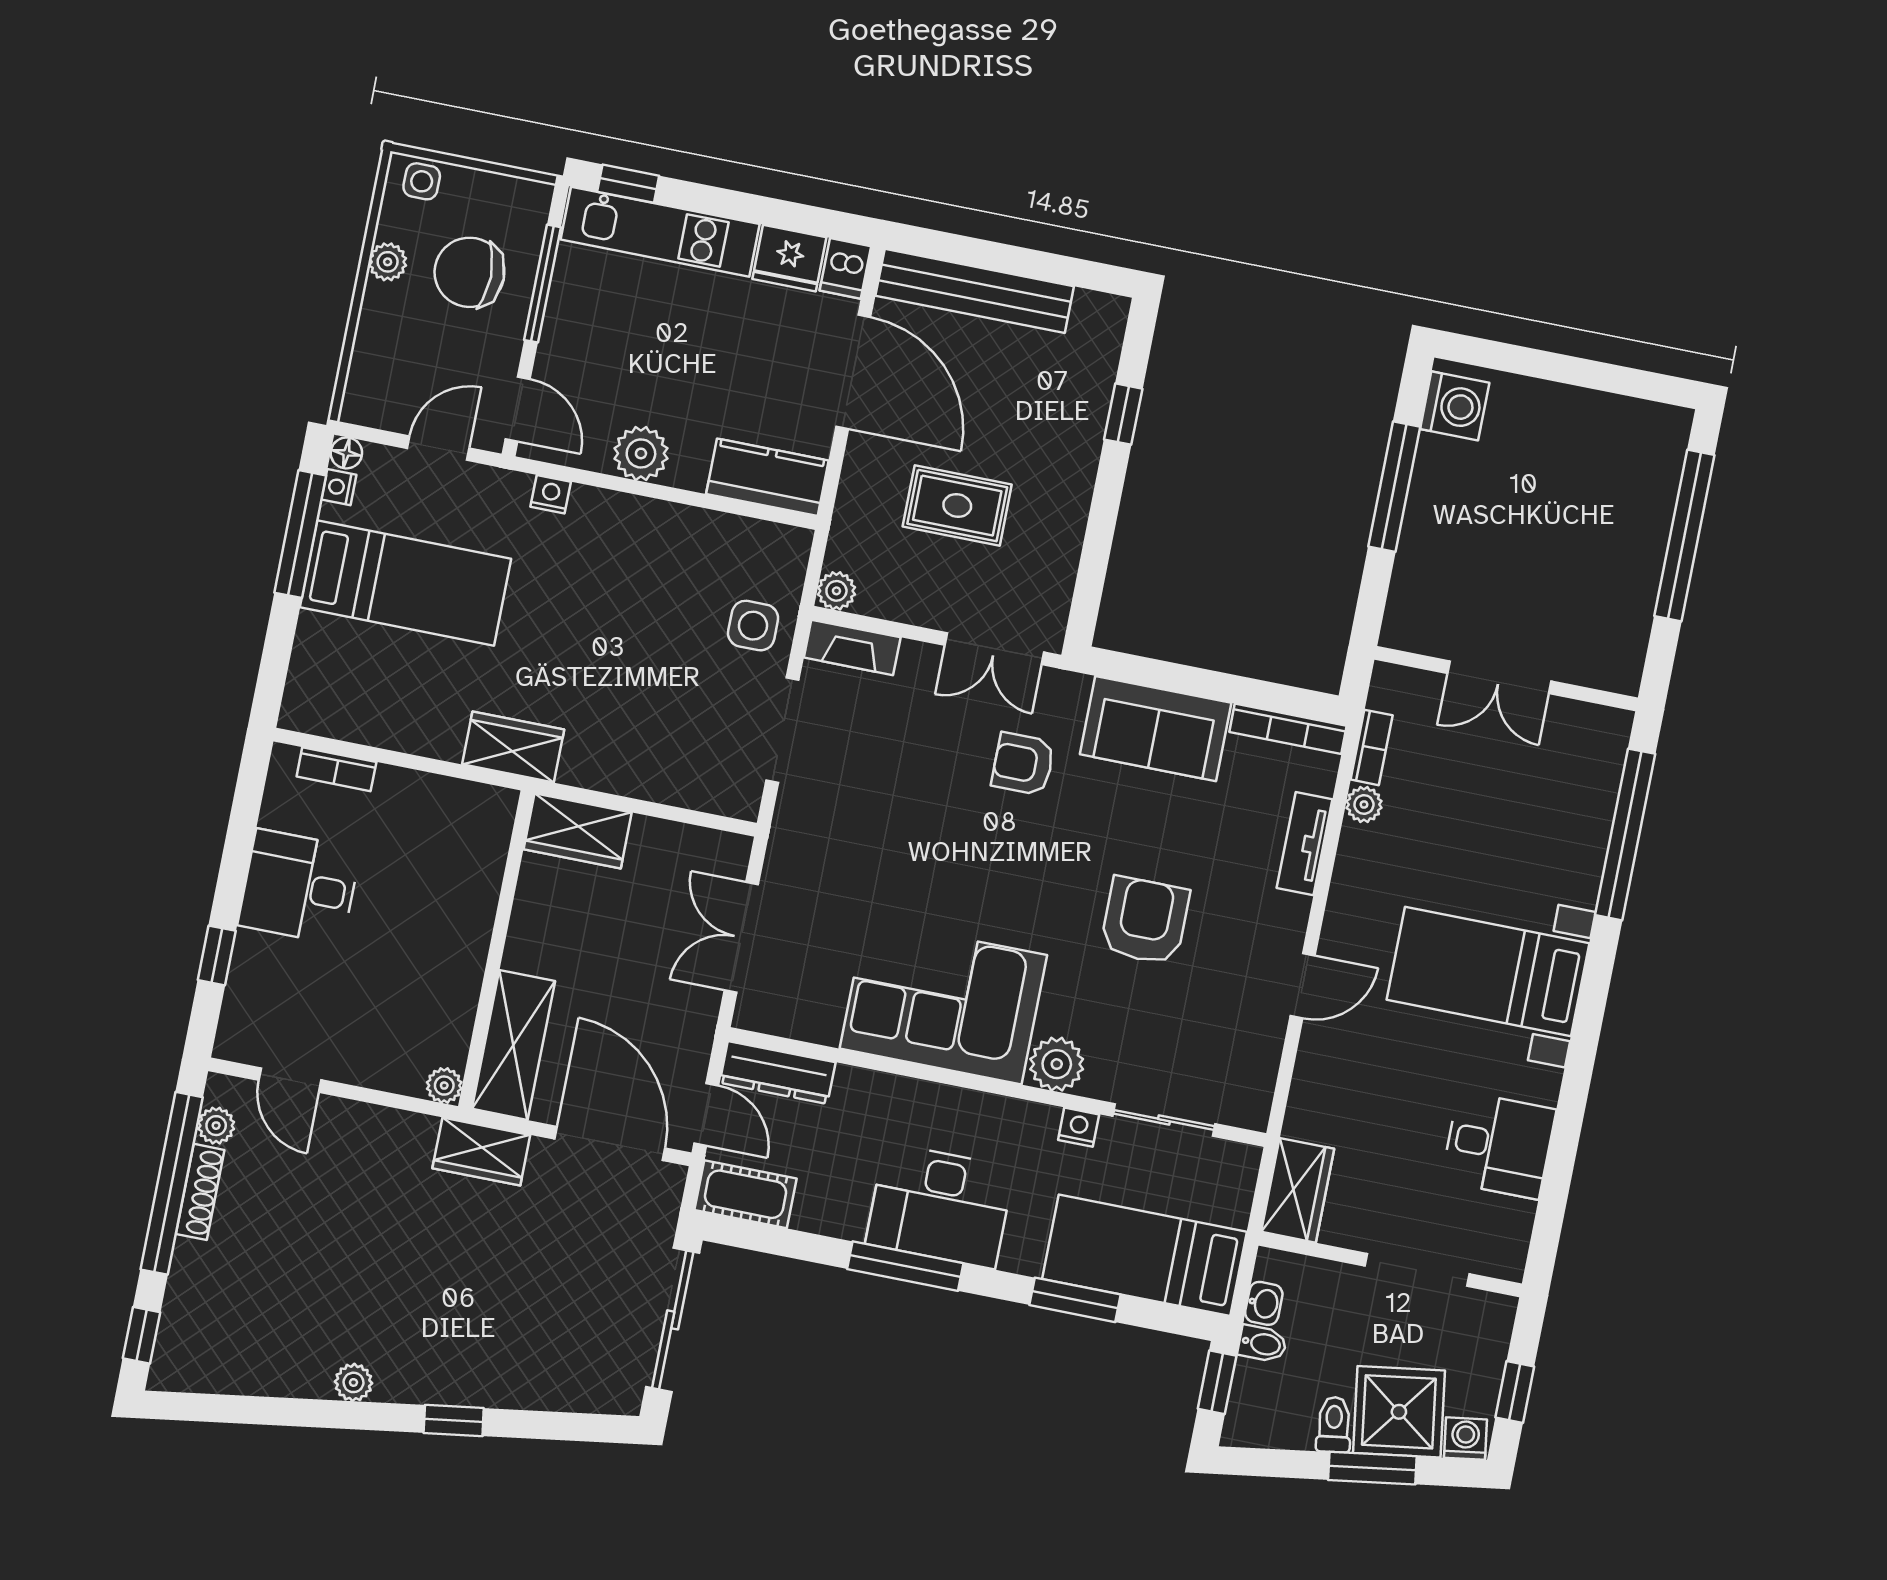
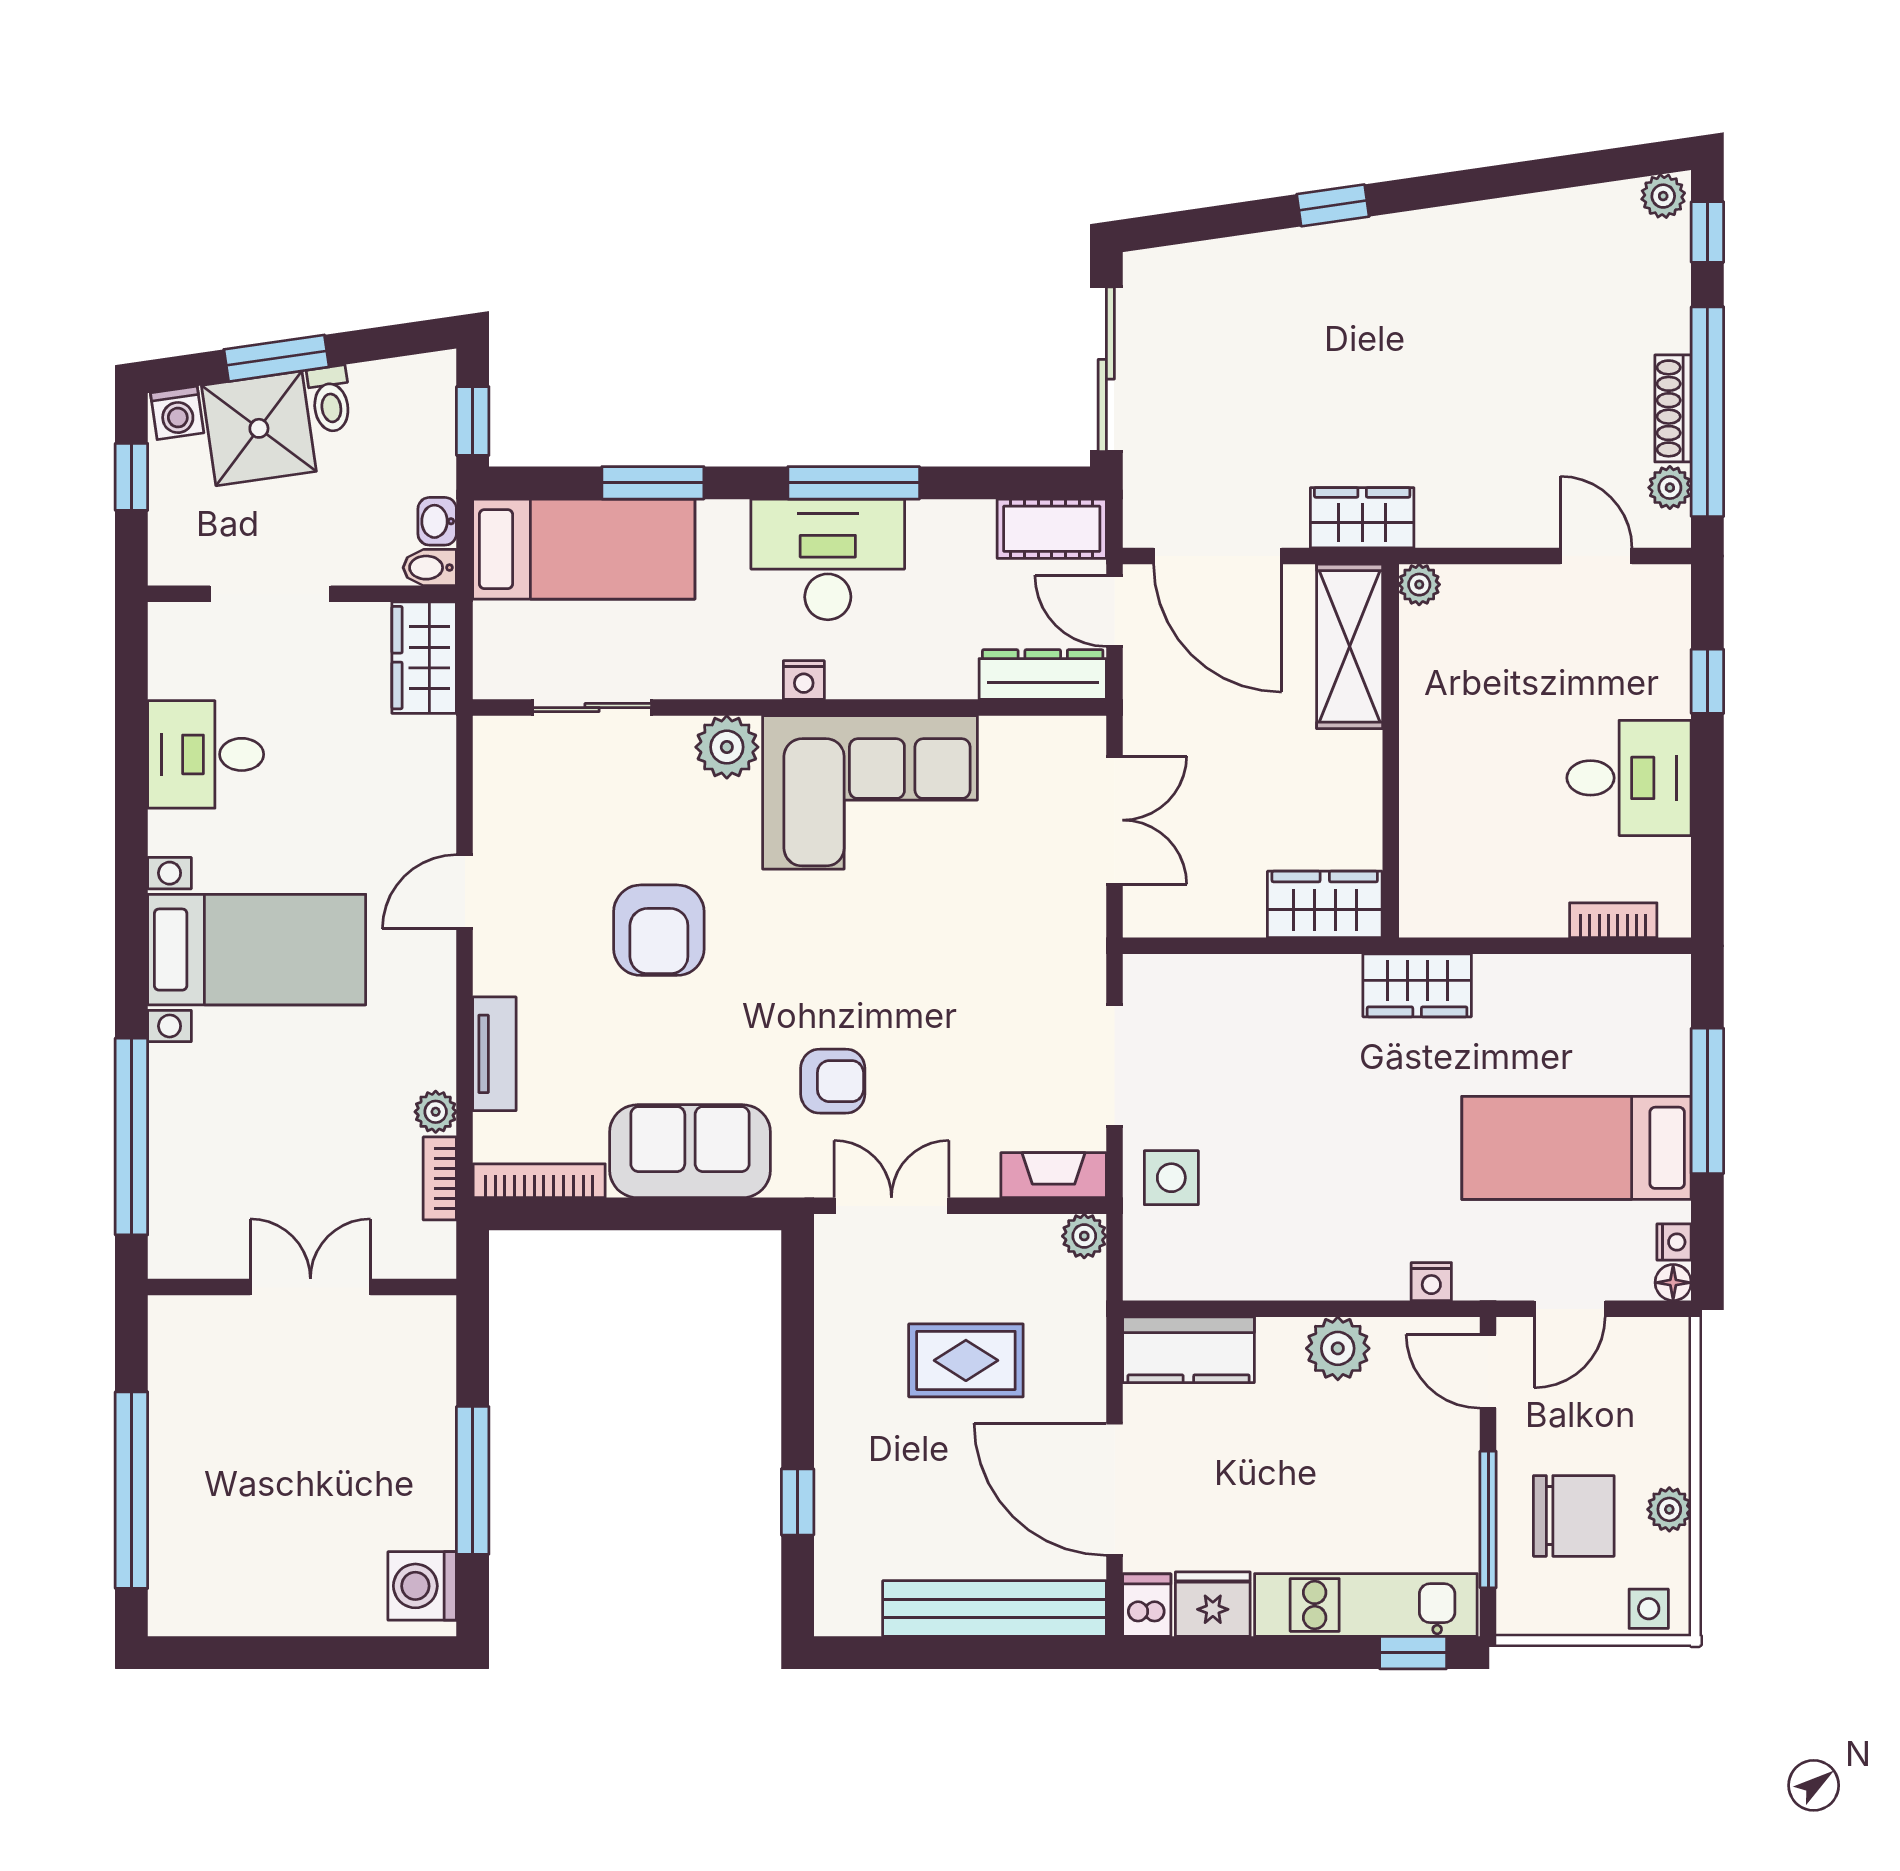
window: (300, 534) -> (1707, 1101), moved
nightstand: (1079, 1127) -> (804, 680), moved
bidet: (1262, 1344) -> (430, 568), moved
plant: (354, 1382) -> (1663, 196), moved

